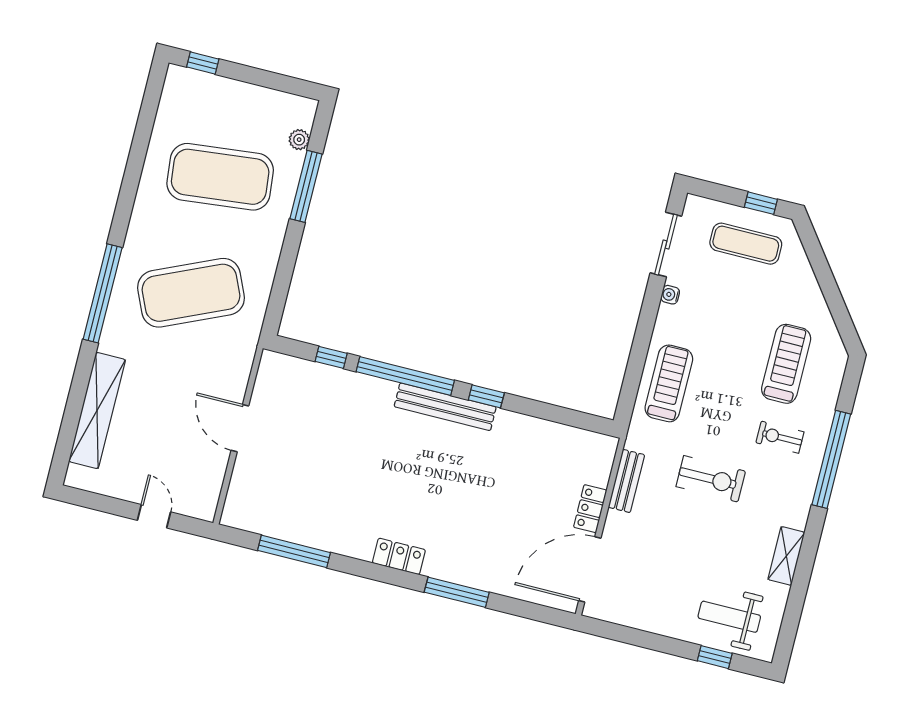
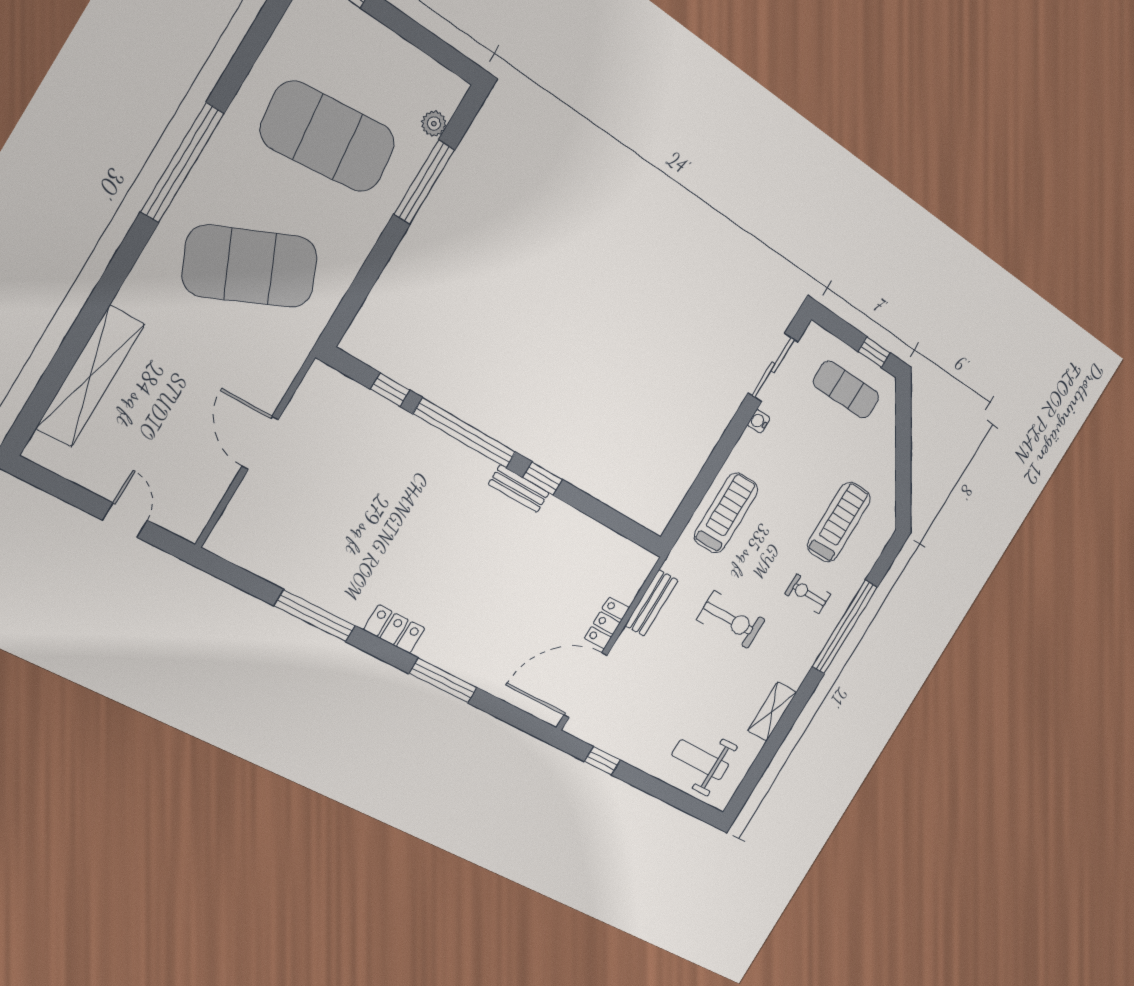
window: (103, 293) -> (182, 163), moved
bench: (445, 407) -> (519, 489), width x0.54, depth x0.82
window: (294, 551) -> (315, 616), moved
window: (715, 657) -> (602, 761), moved

